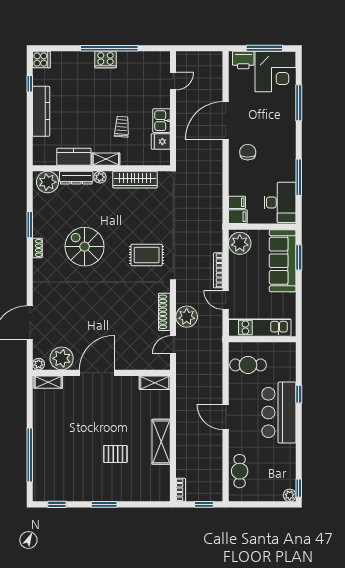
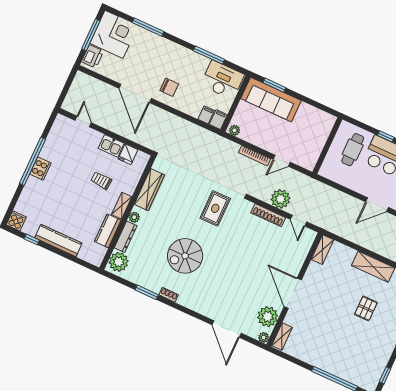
chair: (248, 152) -> (169, 87), turned 180
plant: (240, 243) -> (234, 130), width x0.53, depth x0.53
kitchen unit: (260, 328) -> (317, 143), removed
cafe table: (248, 365) -> (353, 150), moved

